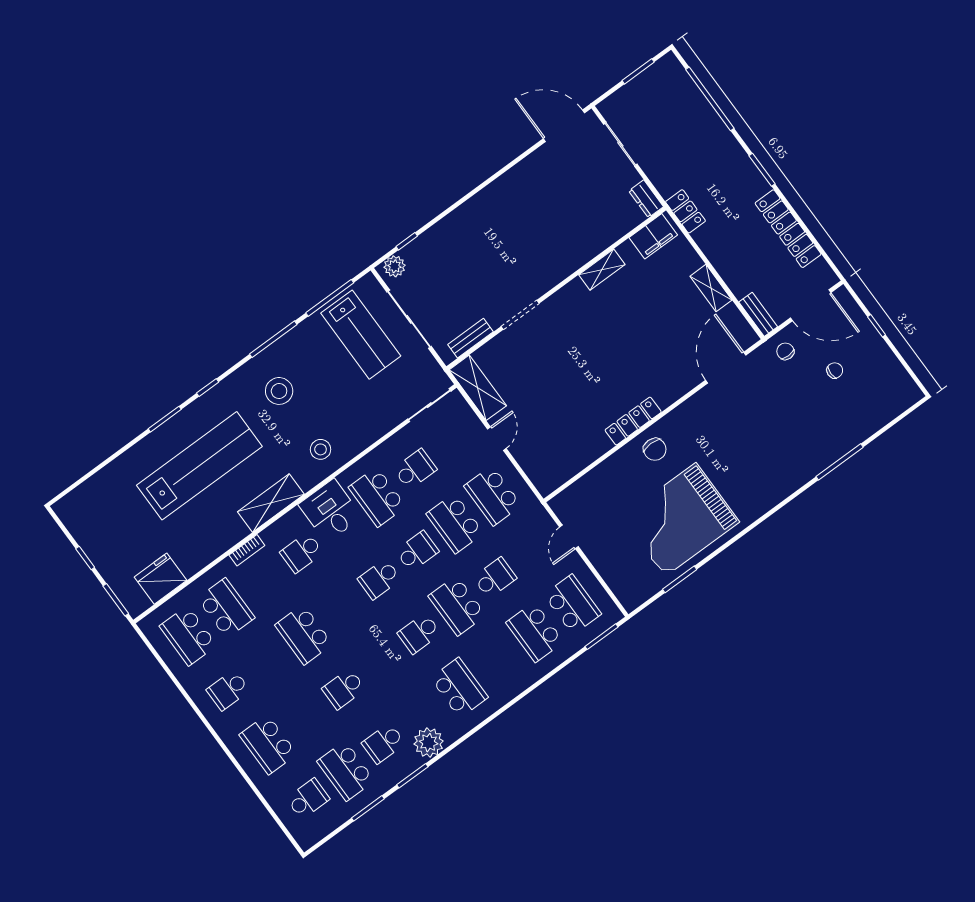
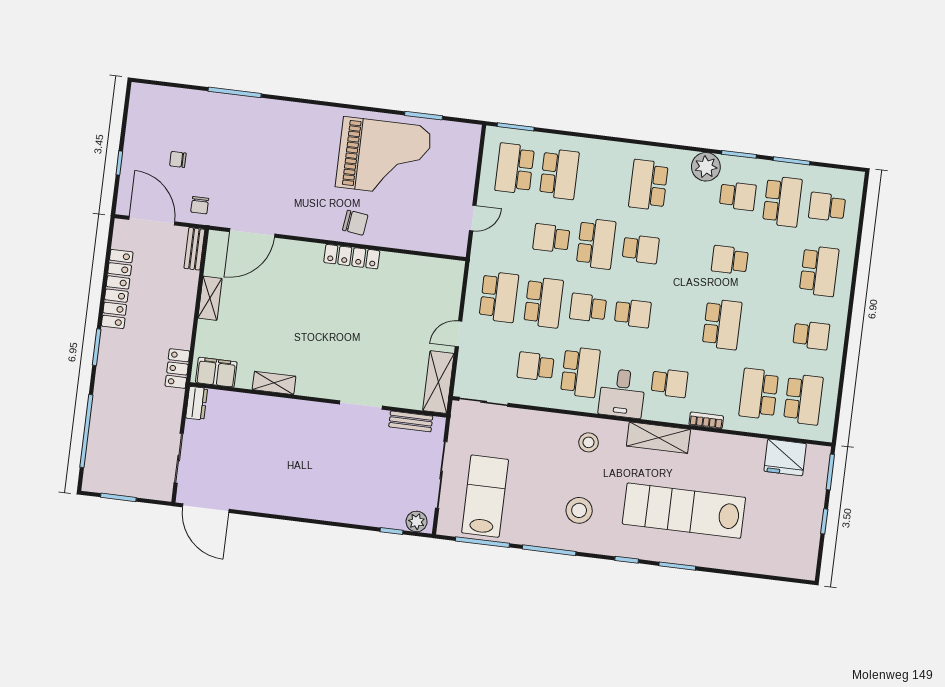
chair: (655, 449) -> (355, 223), turned 97
school desk: (344, 689) -> (730, 260), turned 180

